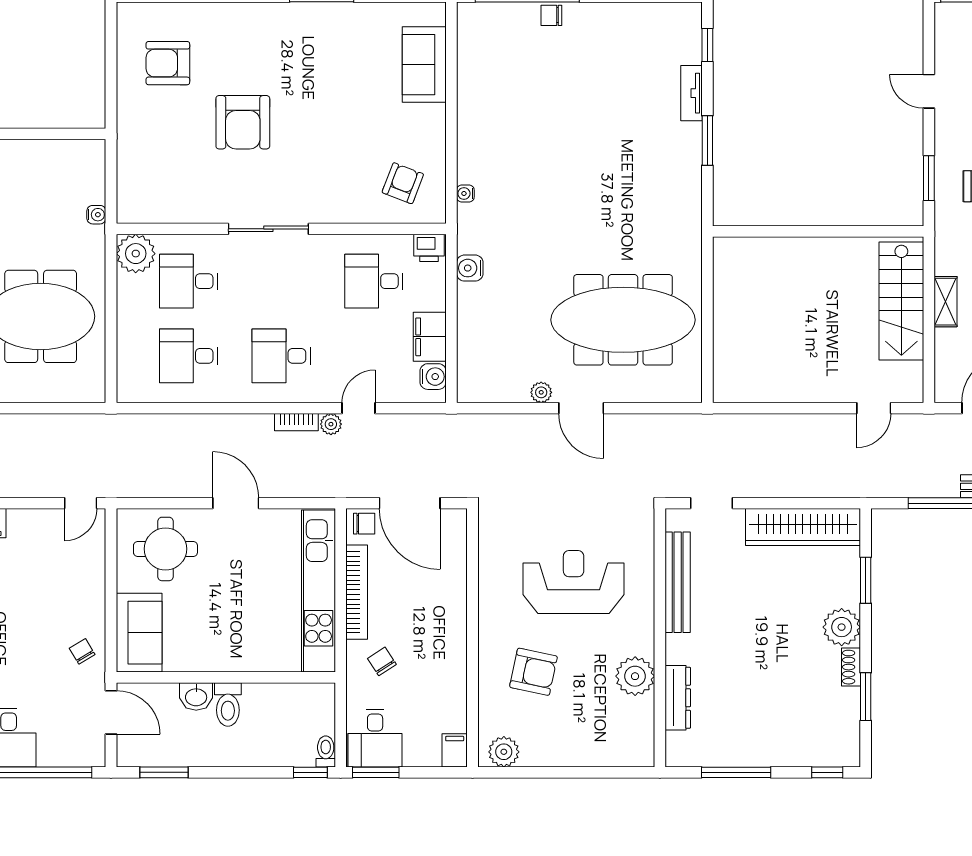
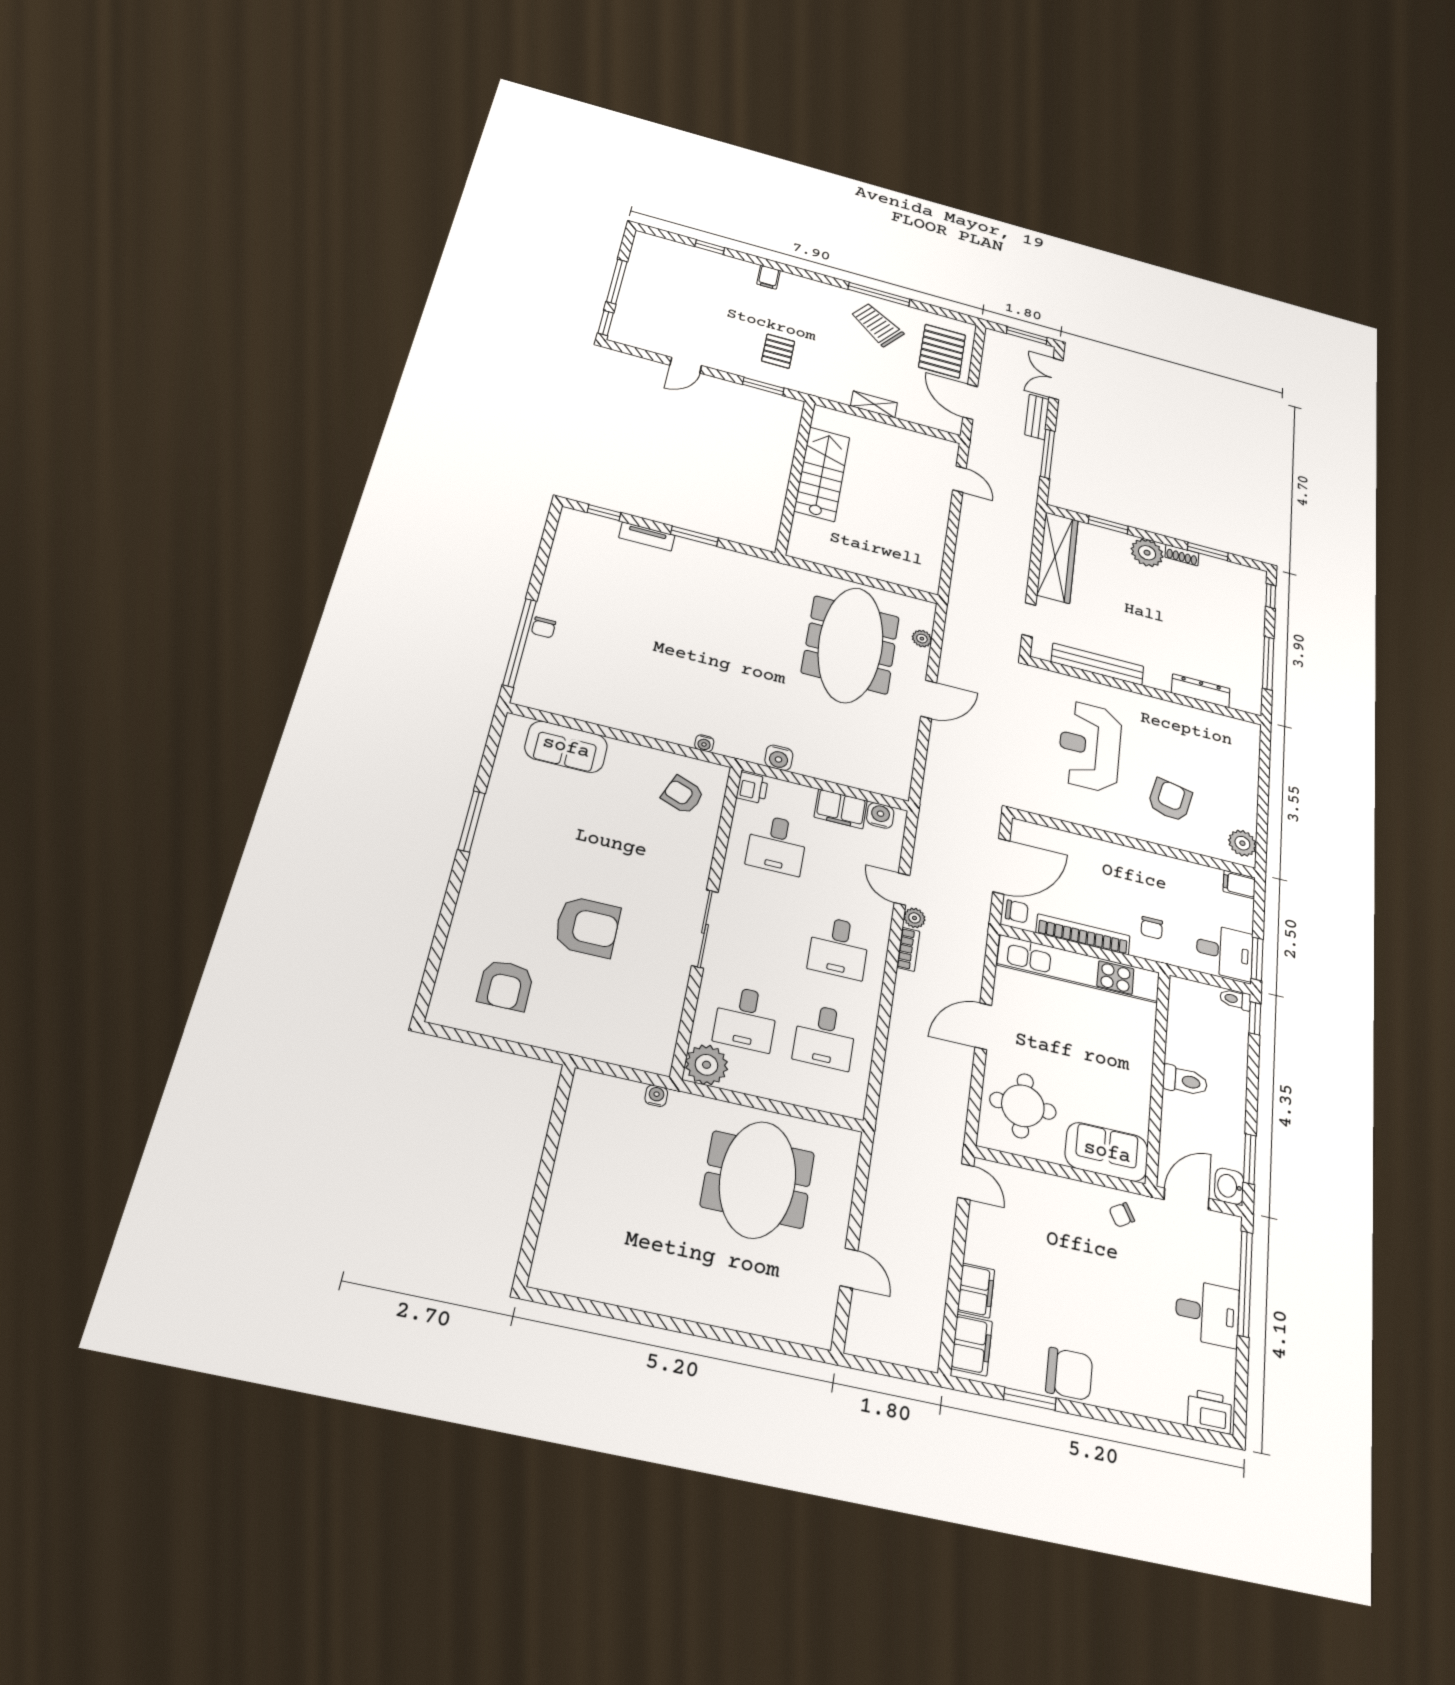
stairs: (901, 301) -> (822, 474), moved, turned -90
plant: (541, 392) -> (922, 639), moved
chair: (364, 524) -> (1017, 911), turned 90
chair: (382, 661) -> (1152, 928), turned -57
plant: (635, 676) -> (1179, 719), removed
washbasin: (196, 696) -> (1229, 1186), moved, turned 180

